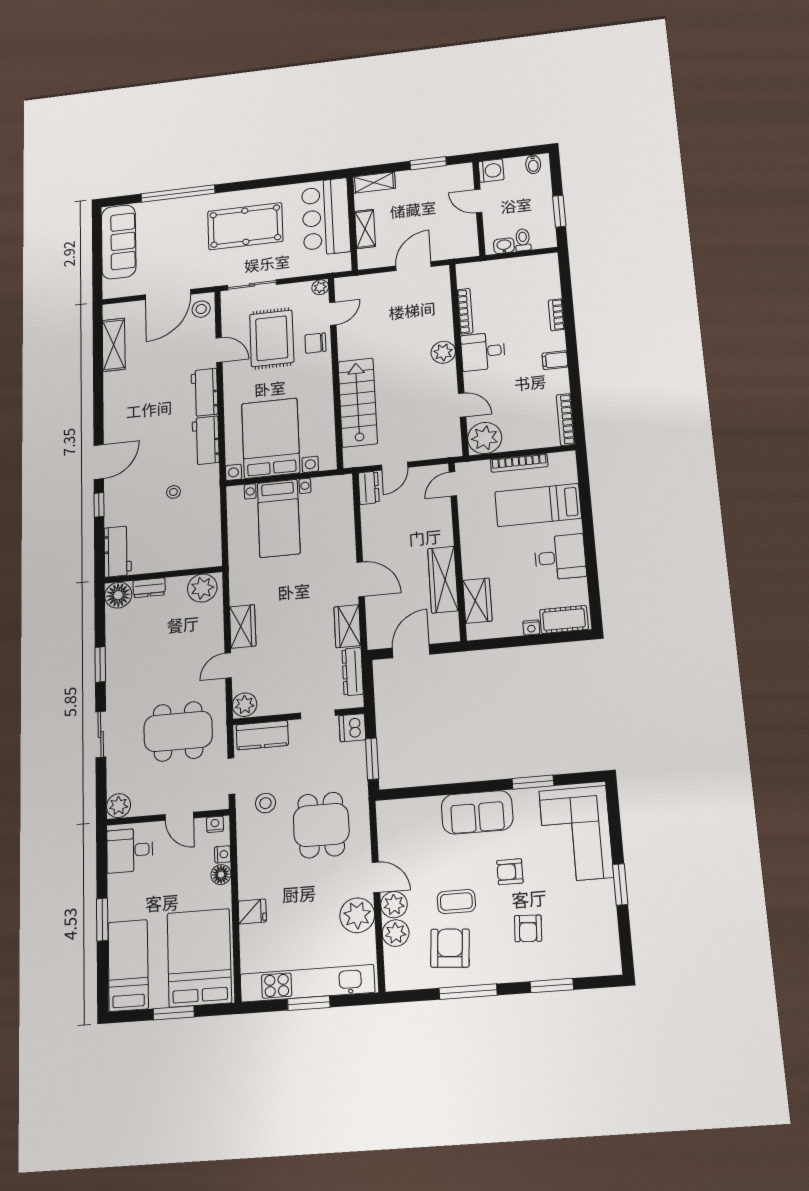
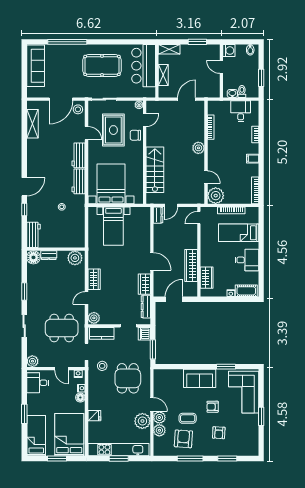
desk: (483, 351) -> (241, 111), moved, turned 90

